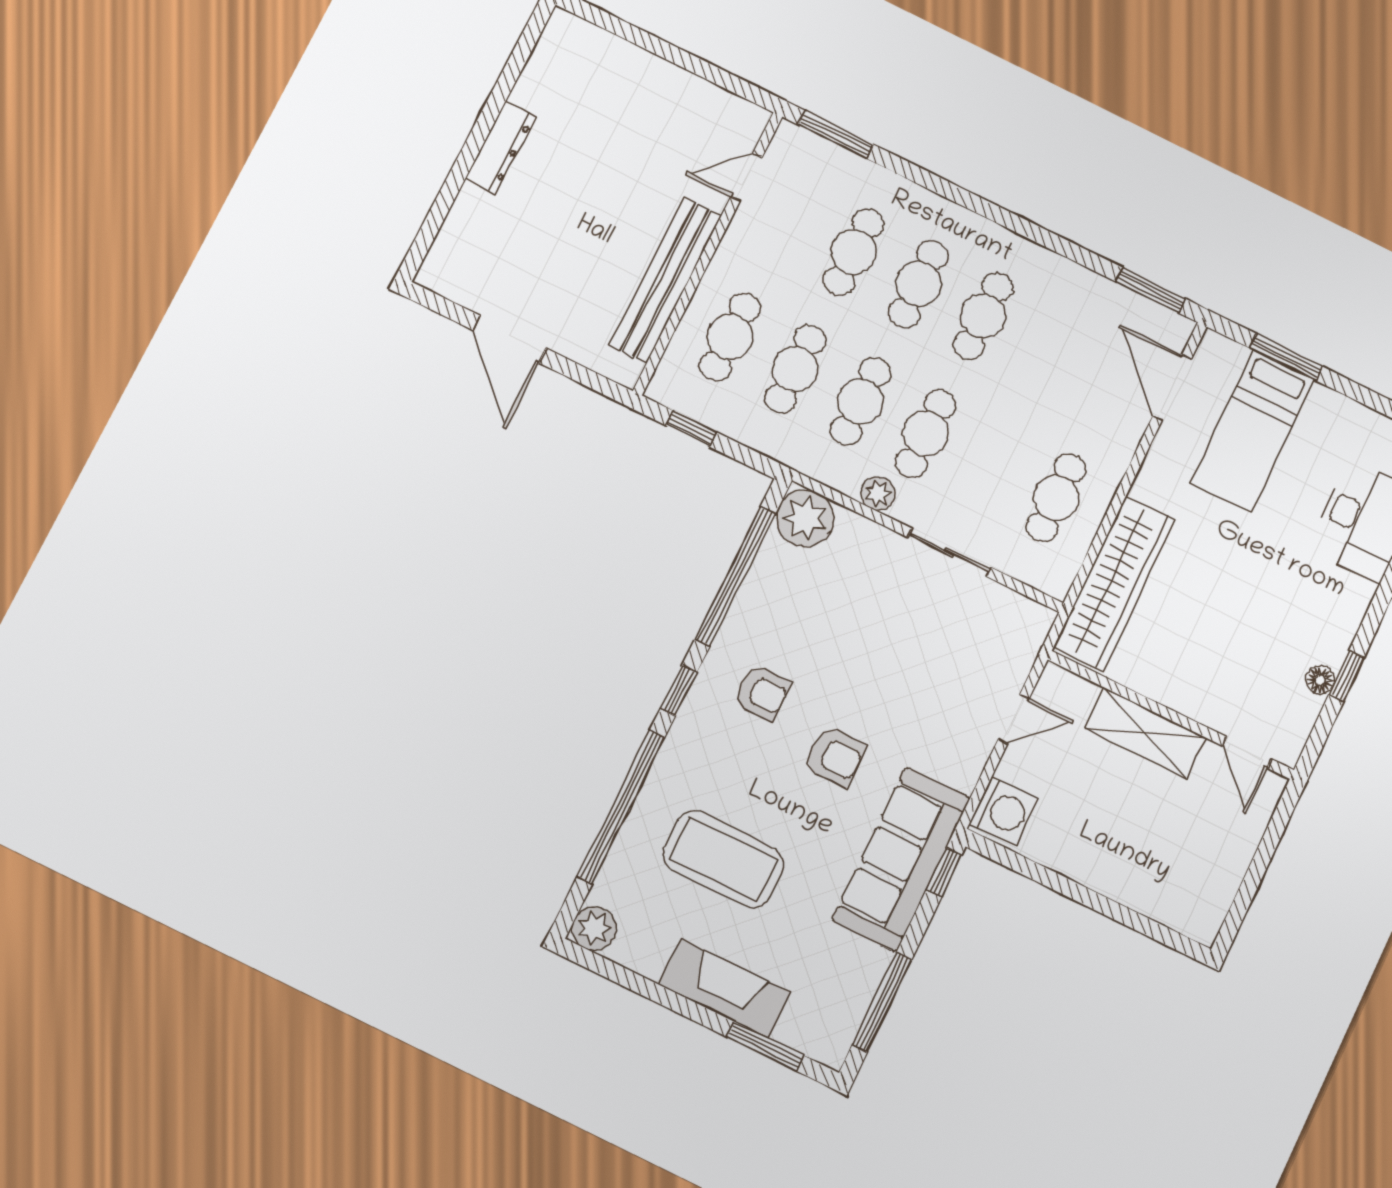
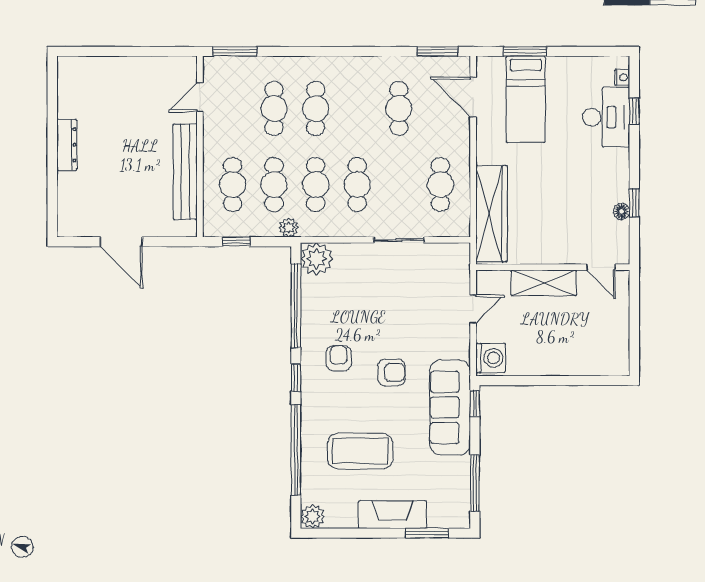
cafe table: (983, 316) -> (399, 109), moved
plant: (878, 493) -> (289, 228), moved
armchair: (762, 693) -> (339, 358), turned -90

